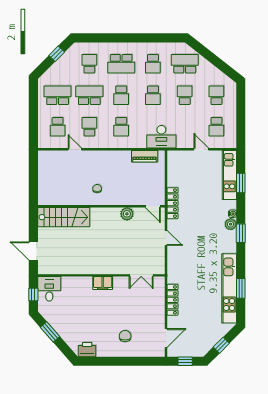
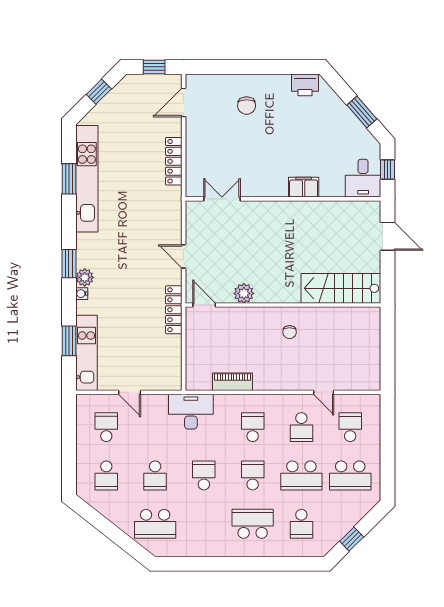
school desk: (153, 64) -> (204, 524), removed
piano: (145, 156) -> (233, 382), moved
filing cabinet: (103, 283) -> (304, 187), moved

